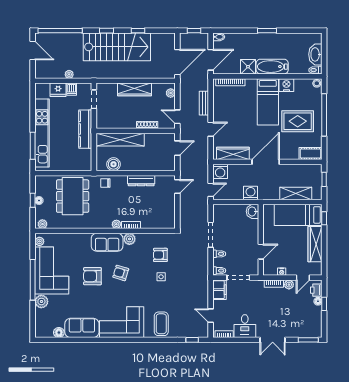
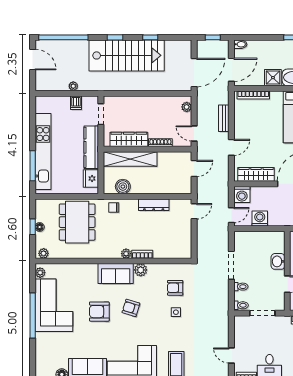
wardrobe: (135, 89) -> (129, 139), moved, turned 180
fridge: (58, 90) -> (91, 178), moved, turned 90
washing machine: (251, 193) -> (260, 219), moved
washbasin: (252, 211) -> (278, 261), moved
filing cabinet: (219, 290) -> (241, 327), removed
plant: (41, 301) -> (42, 340), removed

